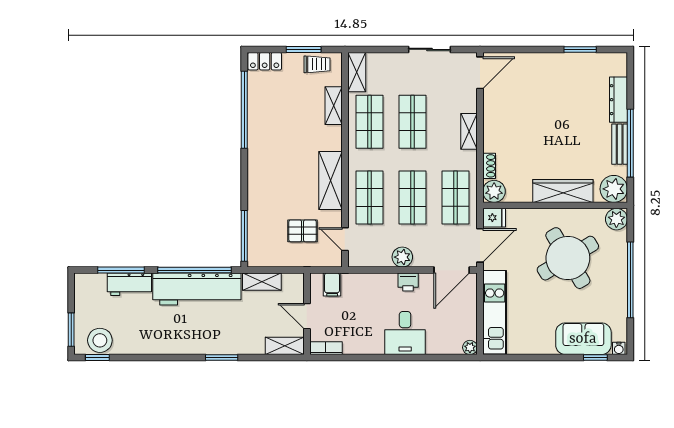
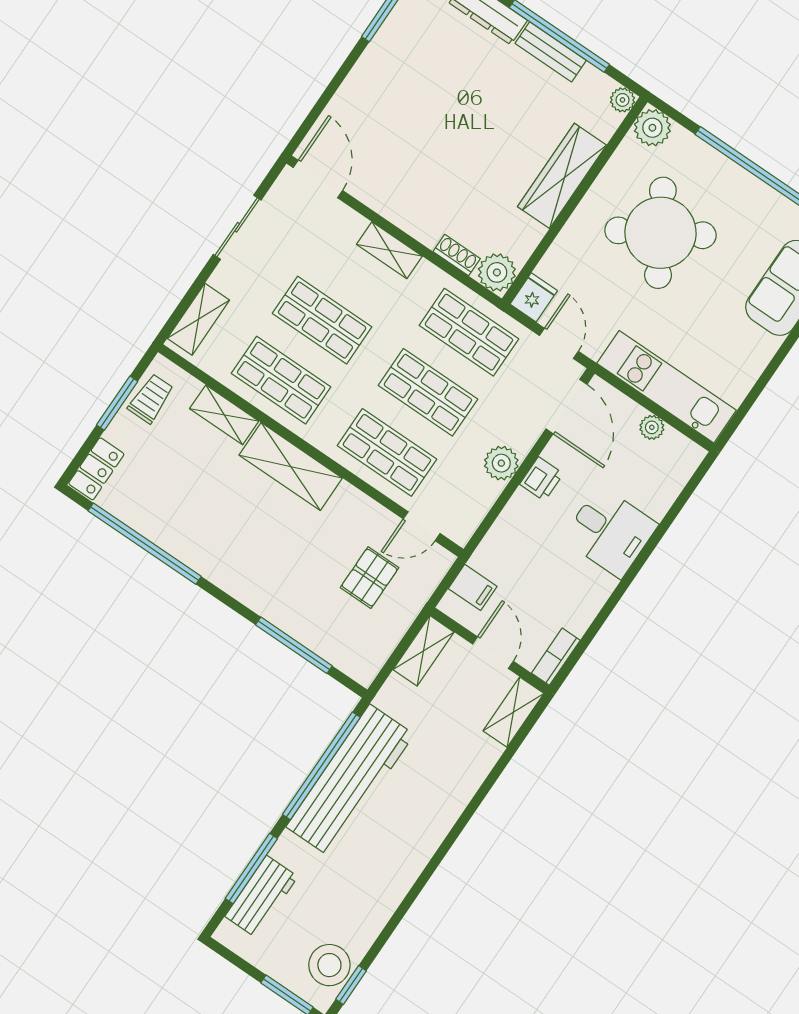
shelving: (357, 72) -> (198, 319), moved, turned 90
shelving: (330, 180) -> (291, 467), moved
plant: (614, 189) -> (623, 100), width x0.53, depth x0.53
window: (244, 236) -> (294, 645), moved
door: (480, 245) -> (559, 343), width x0.73
shelving: (262, 282) -> (423, 651), moved
workbench: (129, 284) -> (261, 896), moved
door: (307, 316) -> (493, 653), swing flipped
plant: (470, 347) -> (652, 427), moved
window: (222, 358) -> (469, 811), removed

